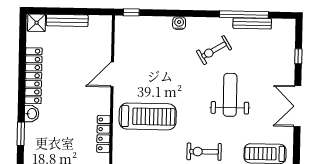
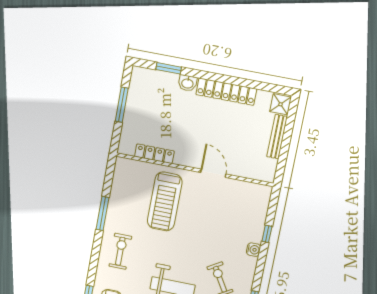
window: (131, 12) -> (267, 234), moved

